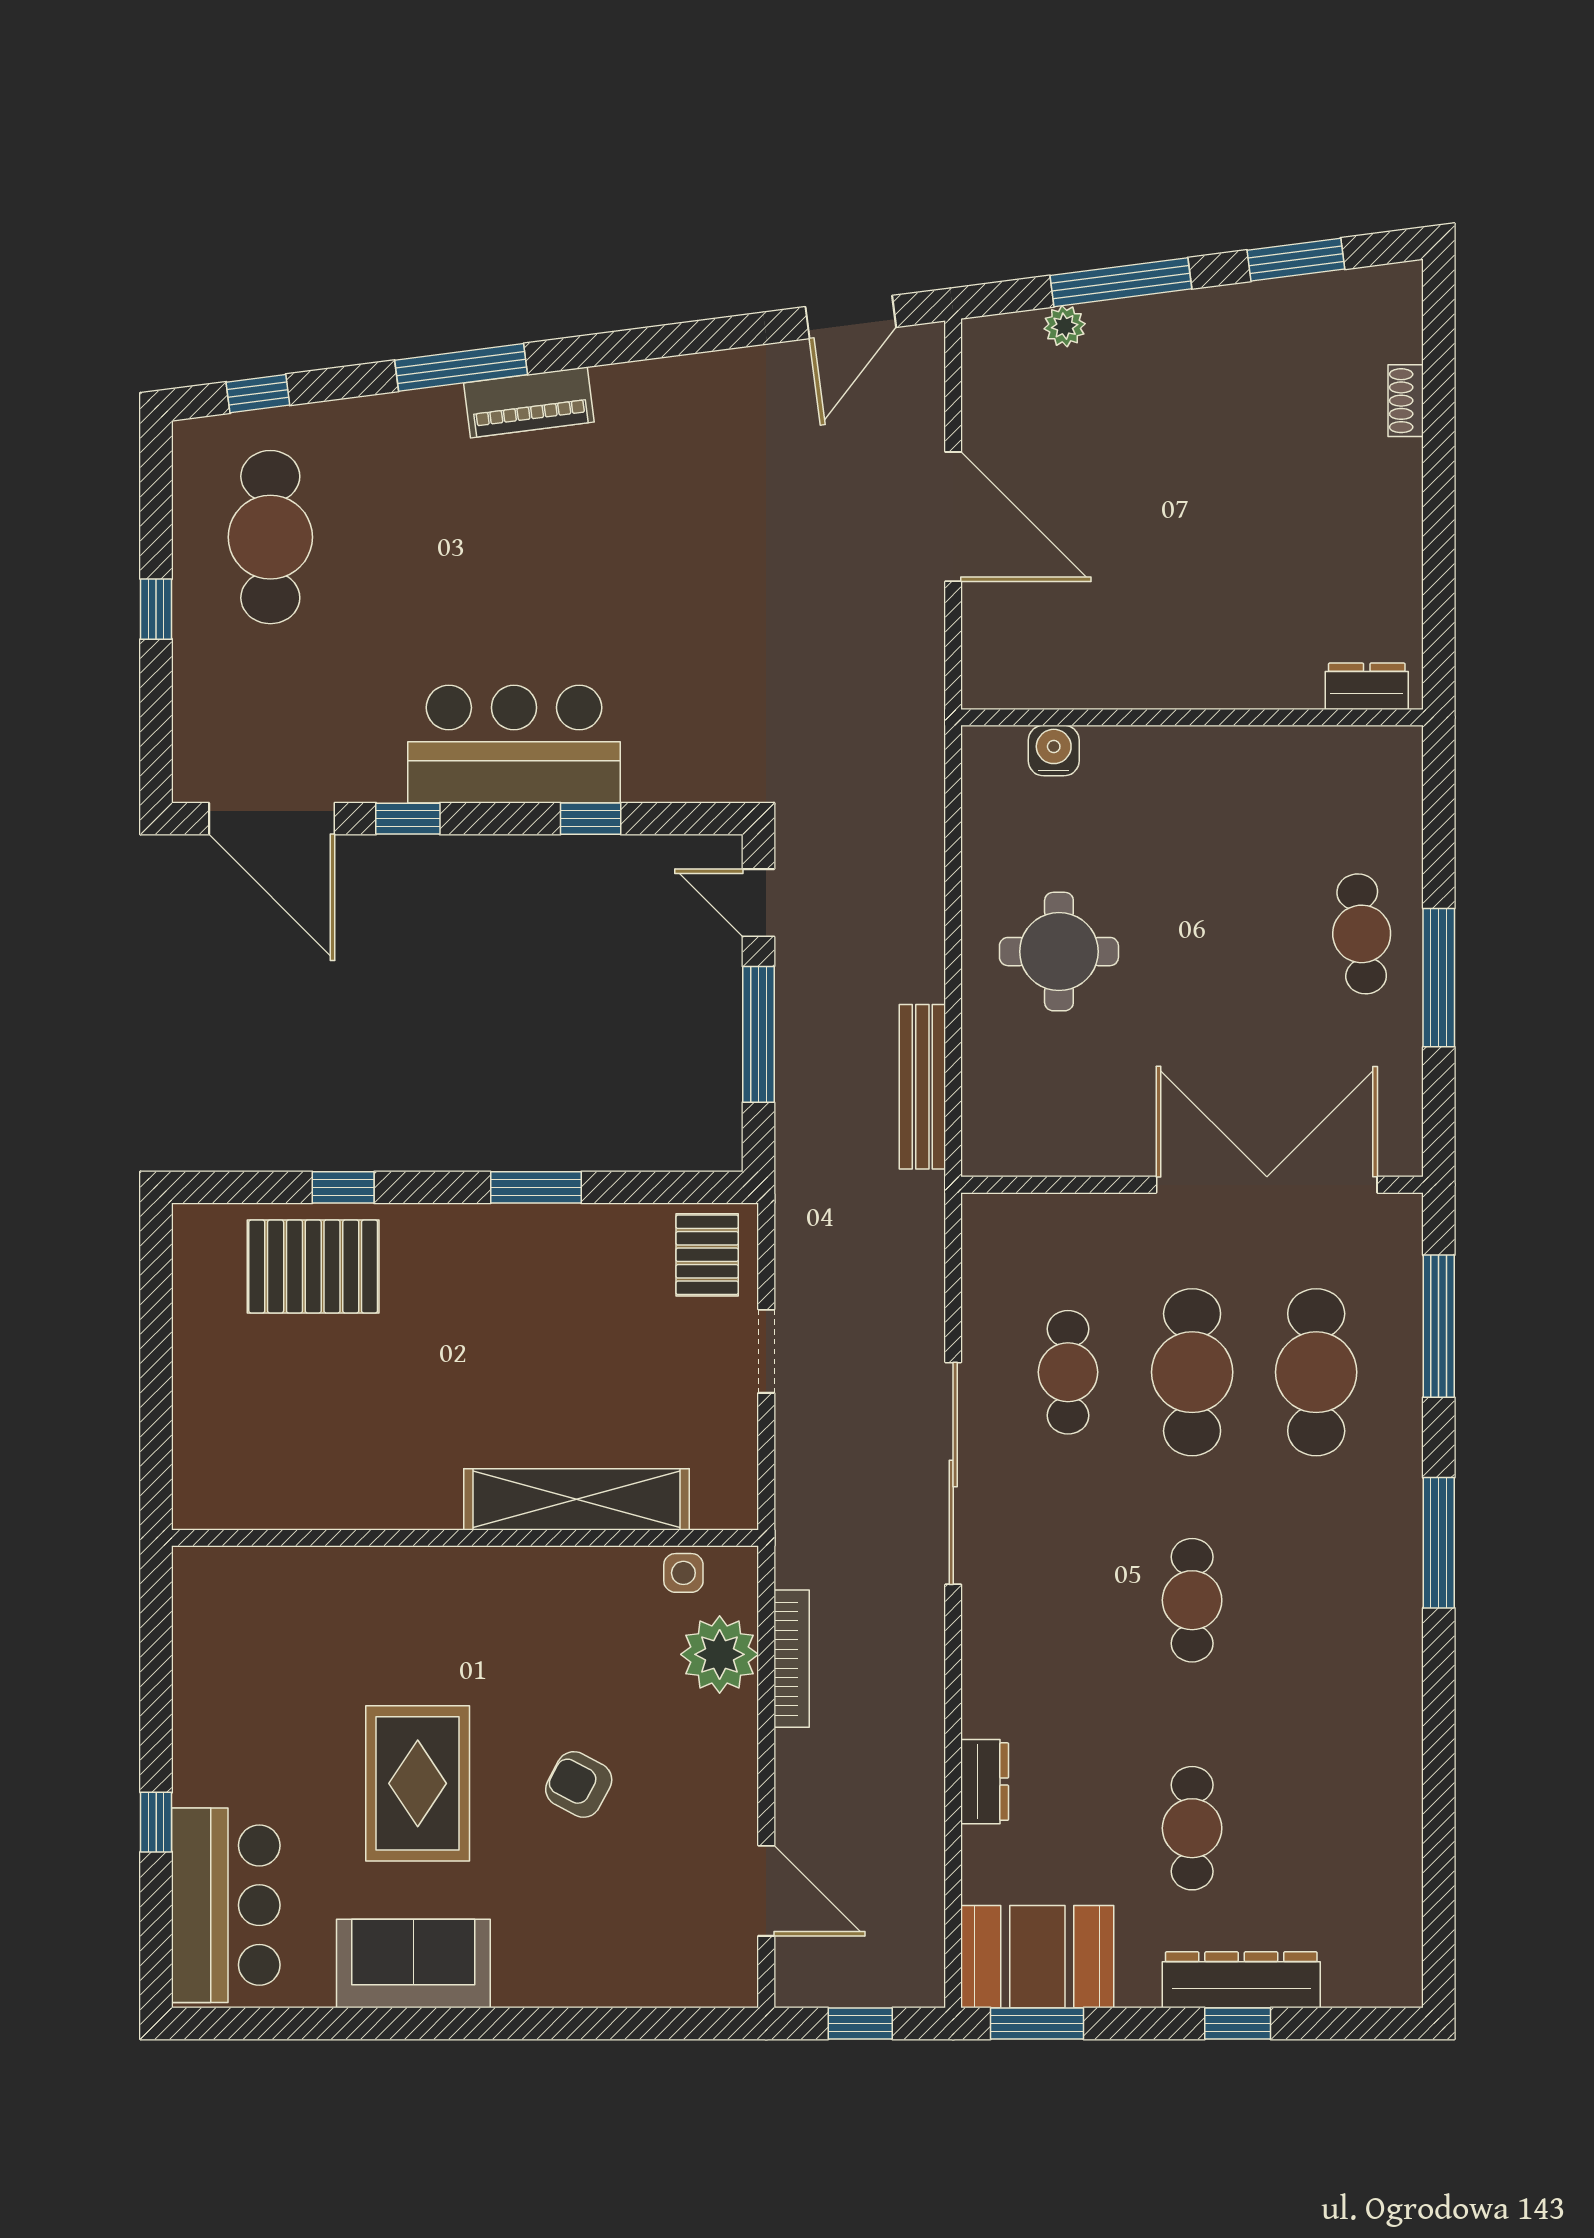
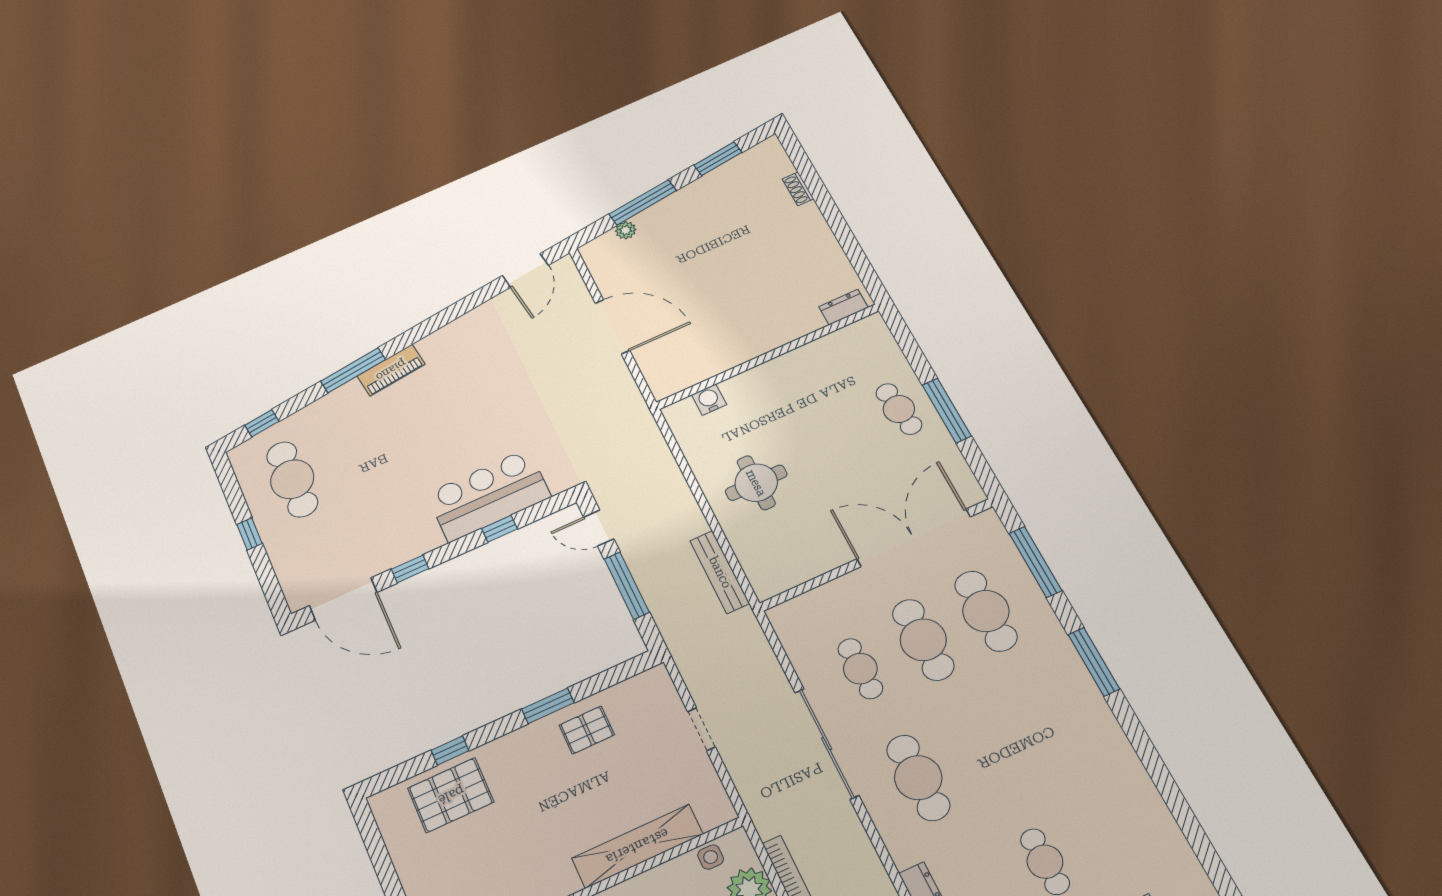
bar counter: (514, 744) -> (489, 495), moved
pallet: (707, 1255) -> (587, 730), moved, turned 90
cafe table: (1192, 1600) -> (918, 778), moved, width x1.37, depth x1.35

